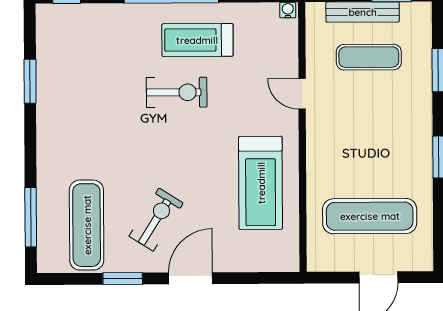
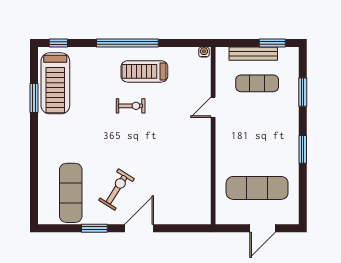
exercise bike: (177, 92) -> (131, 106), width x0.73, depth x0.72
door: (302, 94) -> (213, 107), hinge flipped
treadmill: (261, 183) -> (55, 83), moved
window: (31, 217) -> (34, 187), removed

